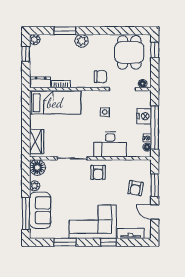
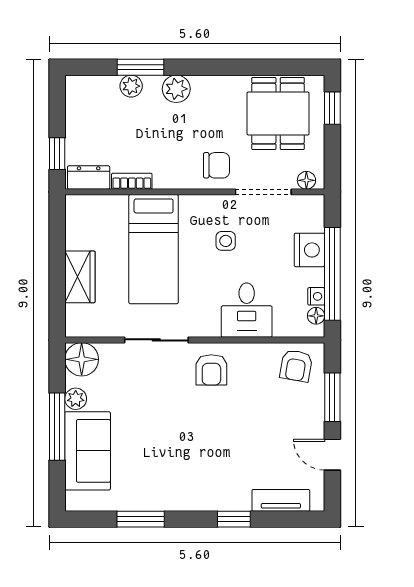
plant: (35, 40) -> (131, 86), moved
window: (26, 54) -> (57, 154), moved
bed: (55, 103) -> (154, 249), moved, turned 90
wardrobe: (37, 141) -> (80, 277), moved
desk: (110, 144) -> (247, 310), width x0.73
armchair: (135, 188) -> (296, 366), moved
window: (26, 214) -> (57, 427), moved
corner sofa: (93, 222) -> (200, 475), removed

